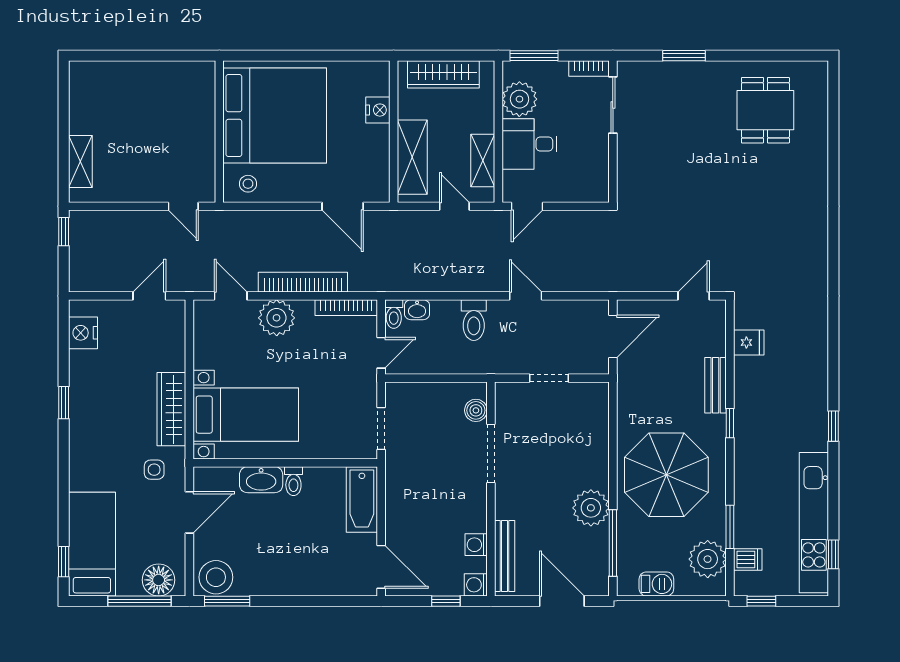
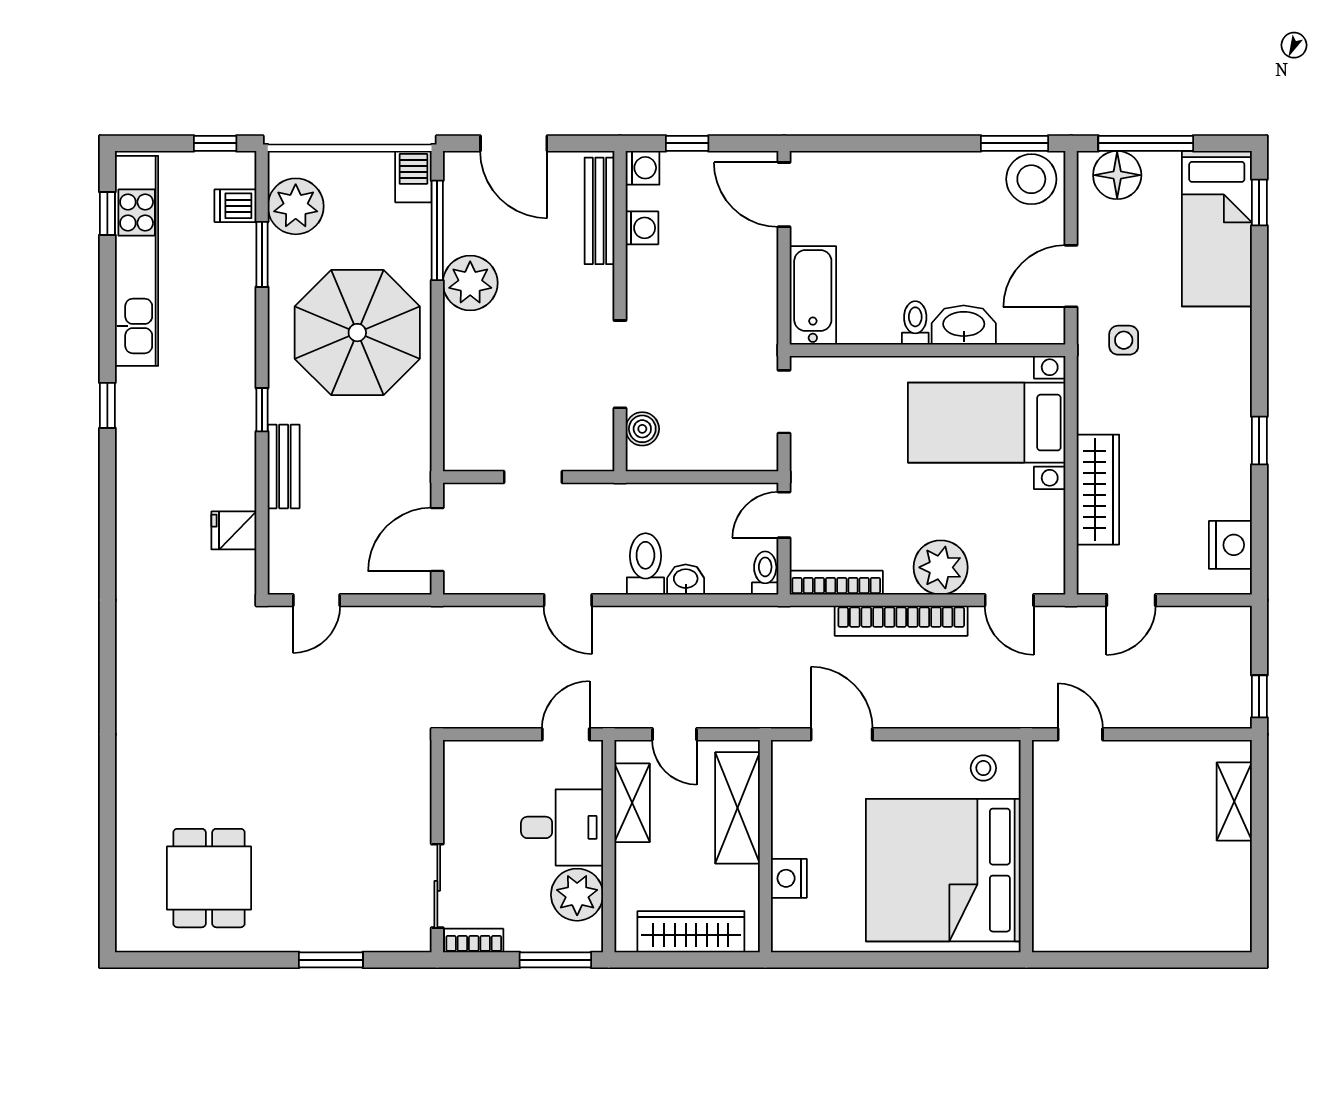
washbasin: (417, 310) -> (686, 579), moved
wardrobe: (171, 409) -> (1098, 490), moved
barbecue: (656, 584) -> (413, 177), moved, turned 90

